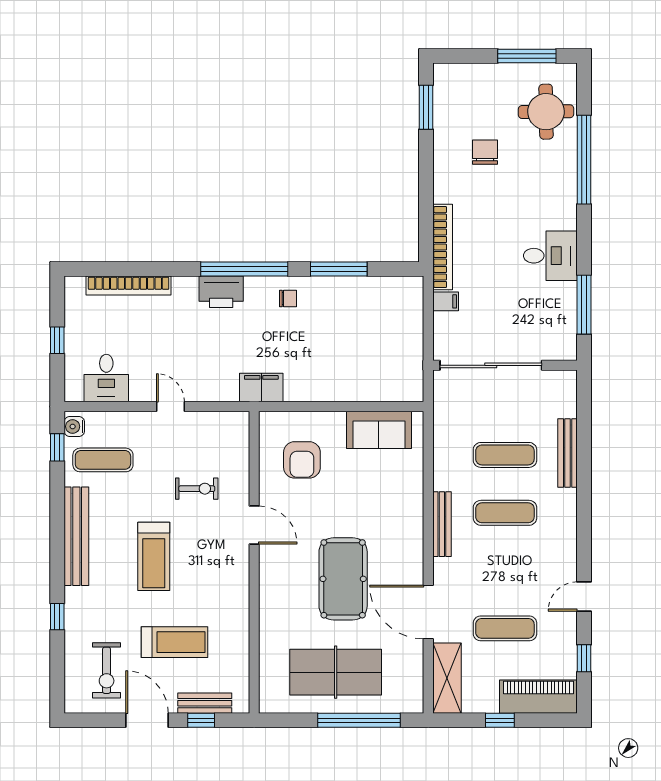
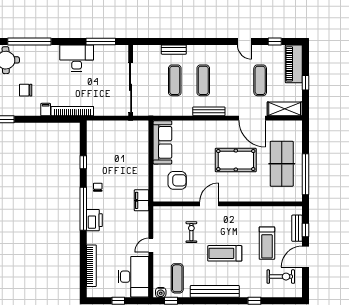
desk: (550, 256) -> (77, 58), width x1.37
window: (339, 269) -> (83, 162), width x0.46
filing cabinet: (446, 301) -> (46, 110), moved
desk: (106, 378) -> (133, 277), width x1.87, depth x1.30
sofa: (379, 430) -> (162, 142), width x1.36
bench: (568, 453) -> (174, 50), width x0.73
treadmill: (154, 556) -> (225, 253), turned 180
door: (428, 612) -> (252, 118), hinge flipped
treadmill: (174, 642) -> (267, 243), turned 180
window: (359, 720) -> (305, 174), moved

